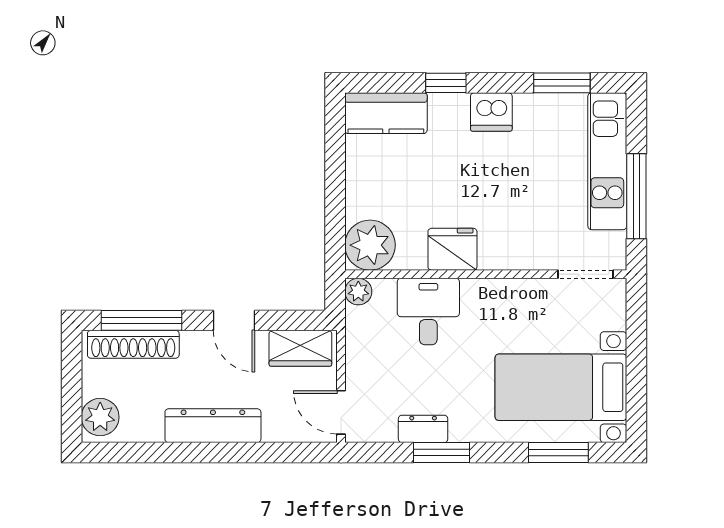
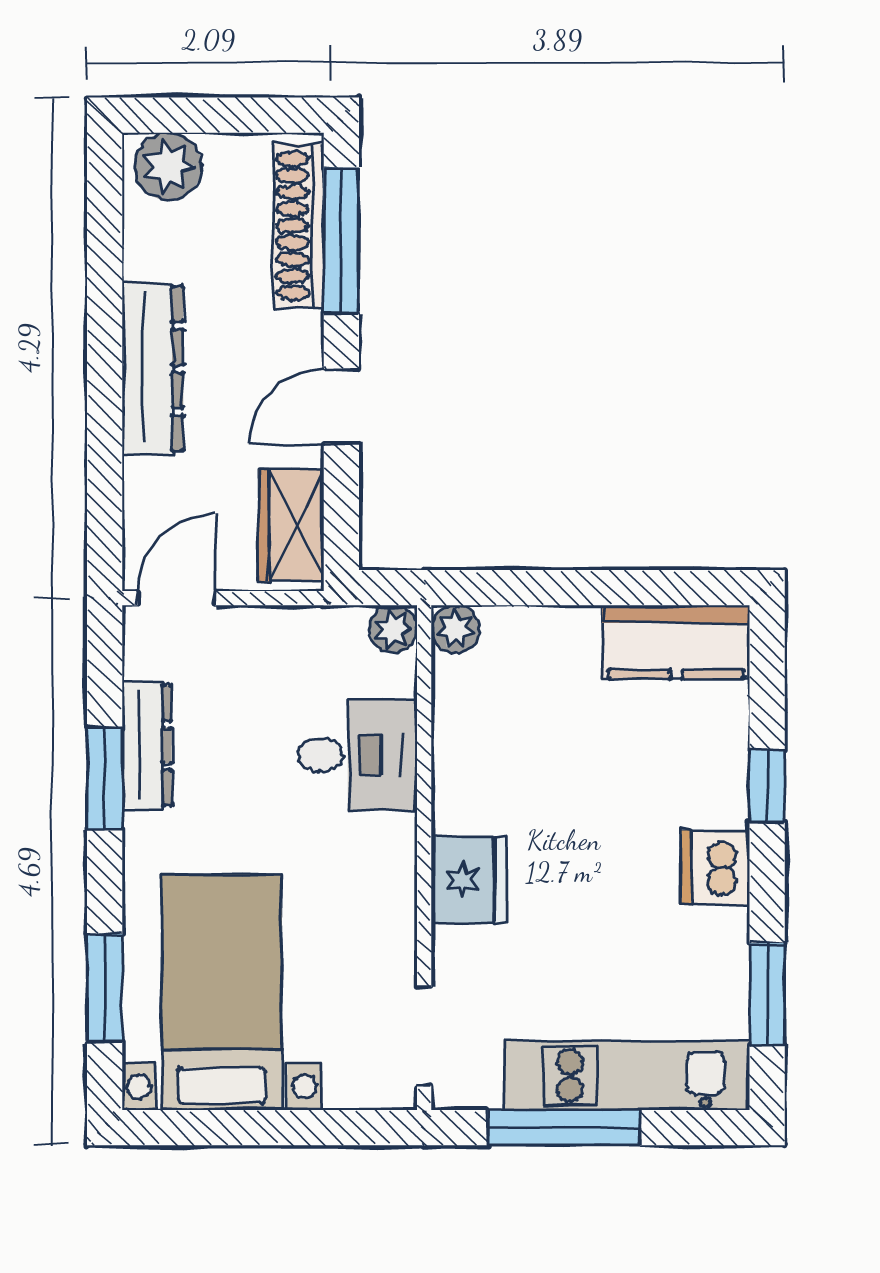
kitchen counter: (386, 113) -> (676, 642), moved, turned -90
plant: (370, 245) -> (455, 629), width x0.53, depth x0.53
fridge: (452, 249) -> (469, 880), moved
dresser: (423, 429) -> (147, 745), width x1.44

